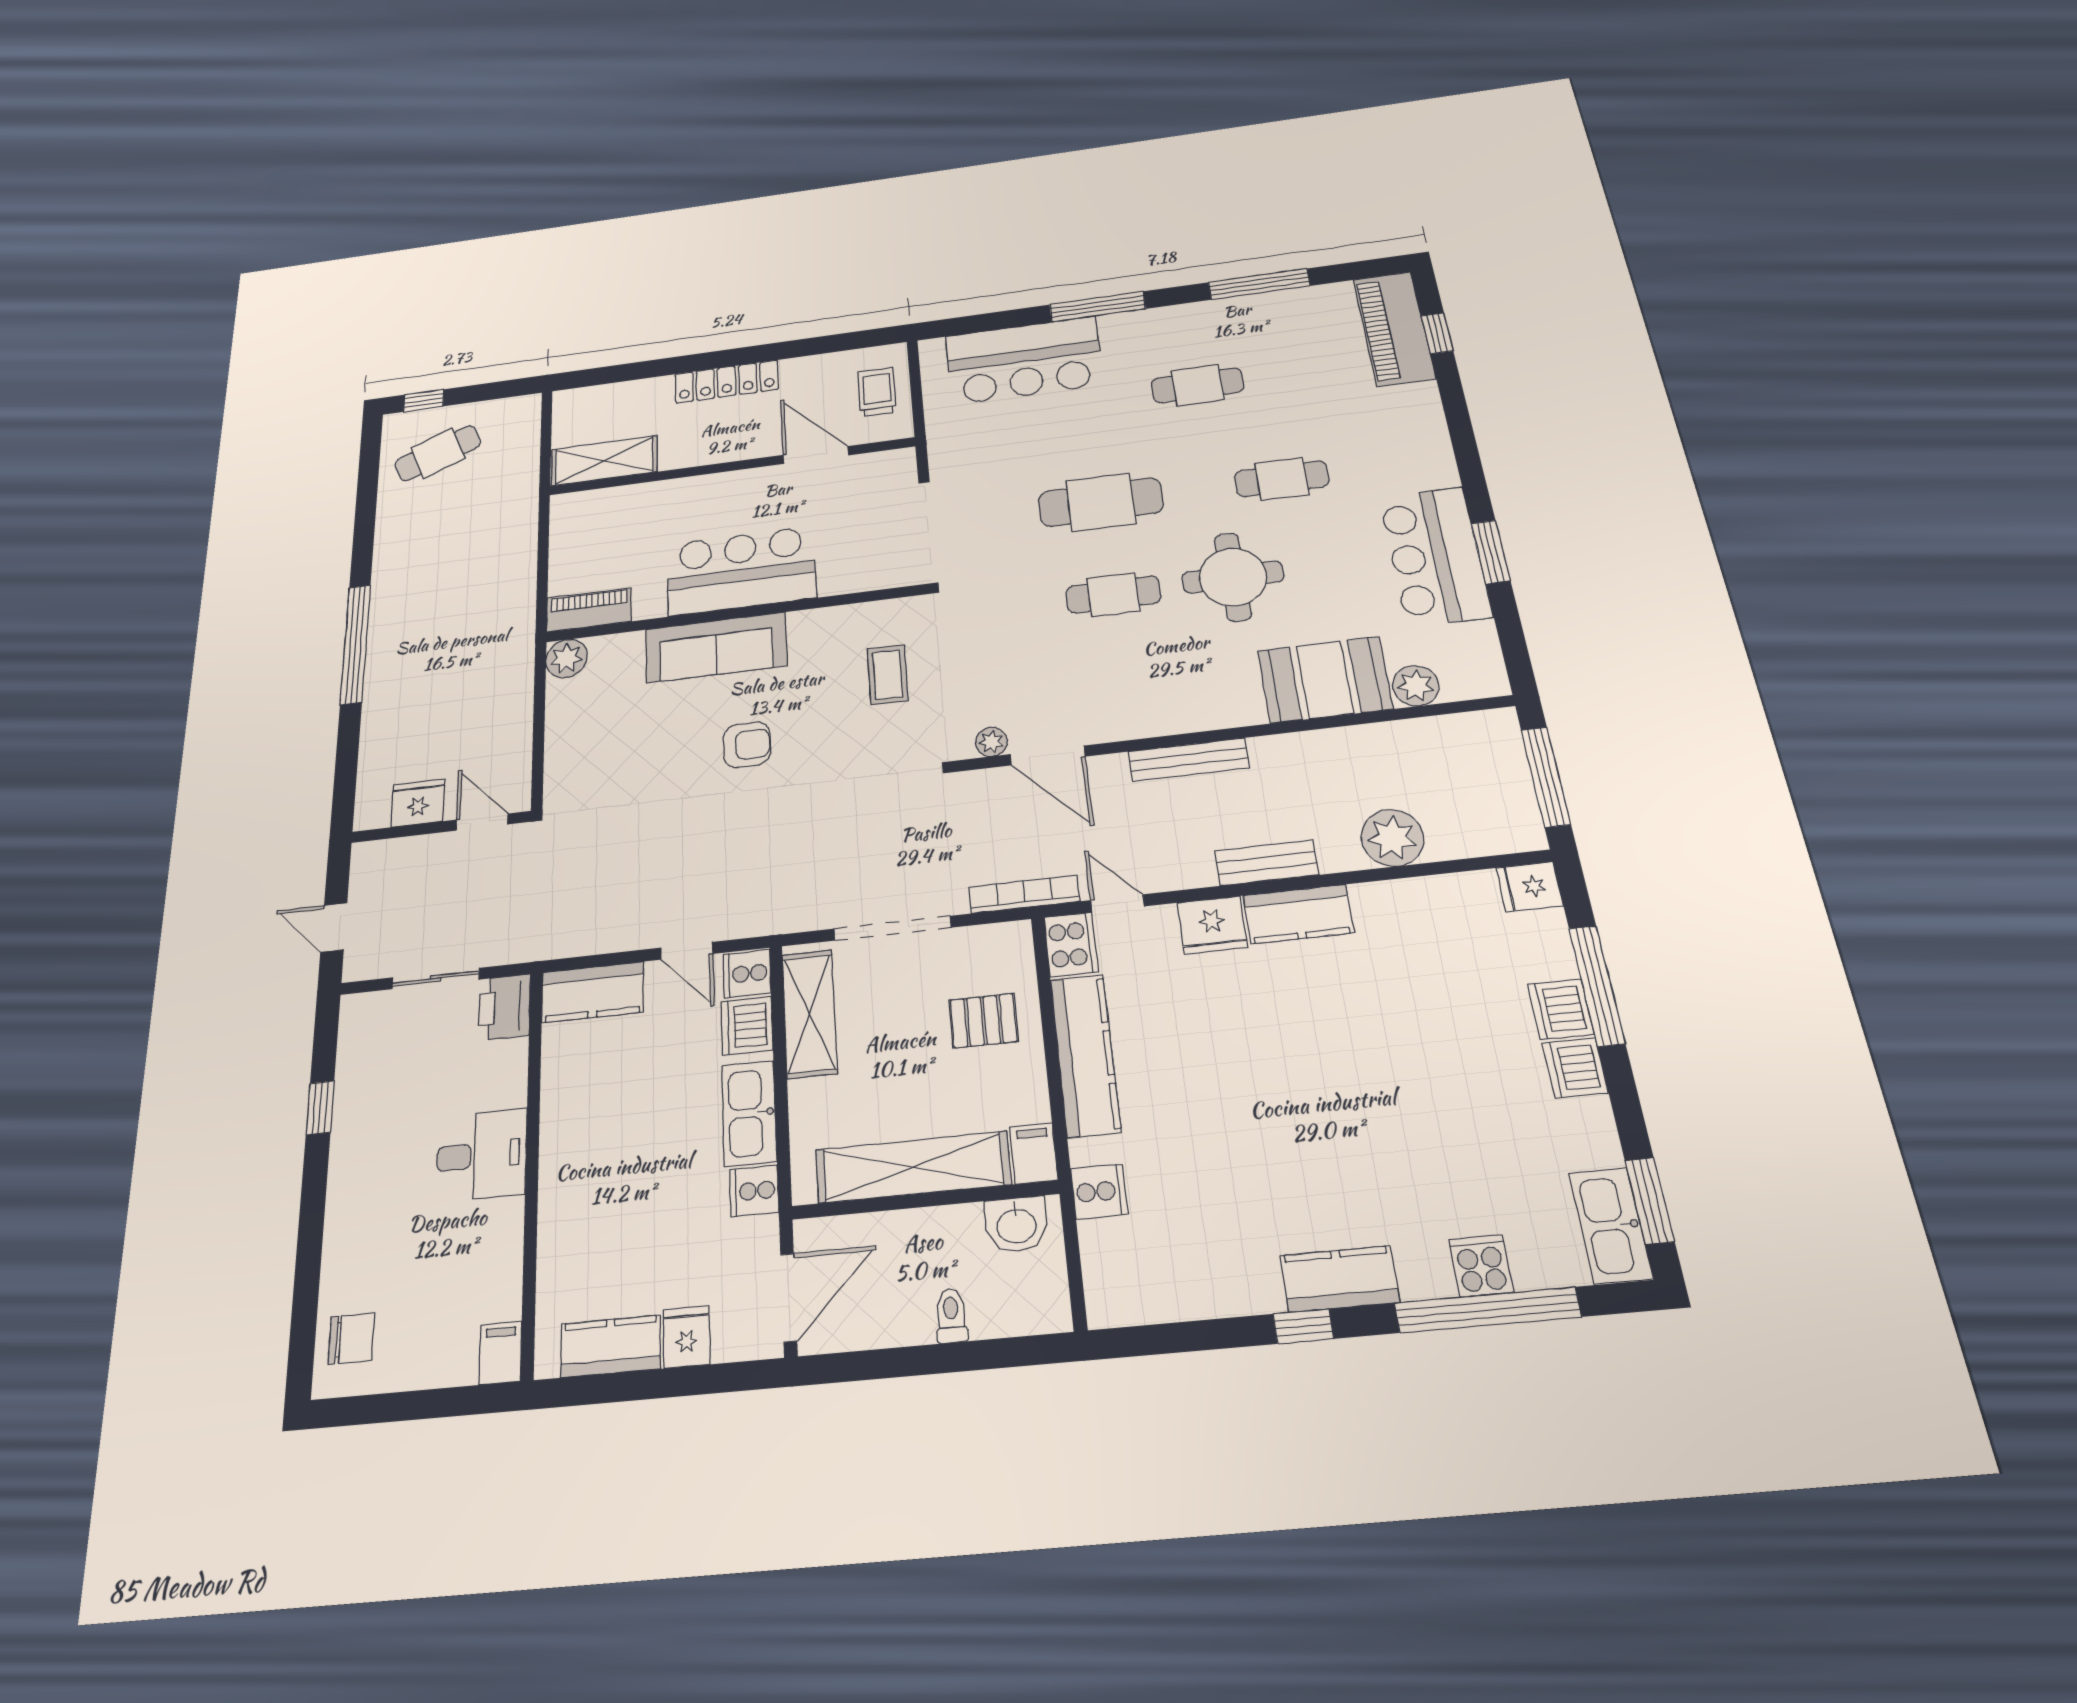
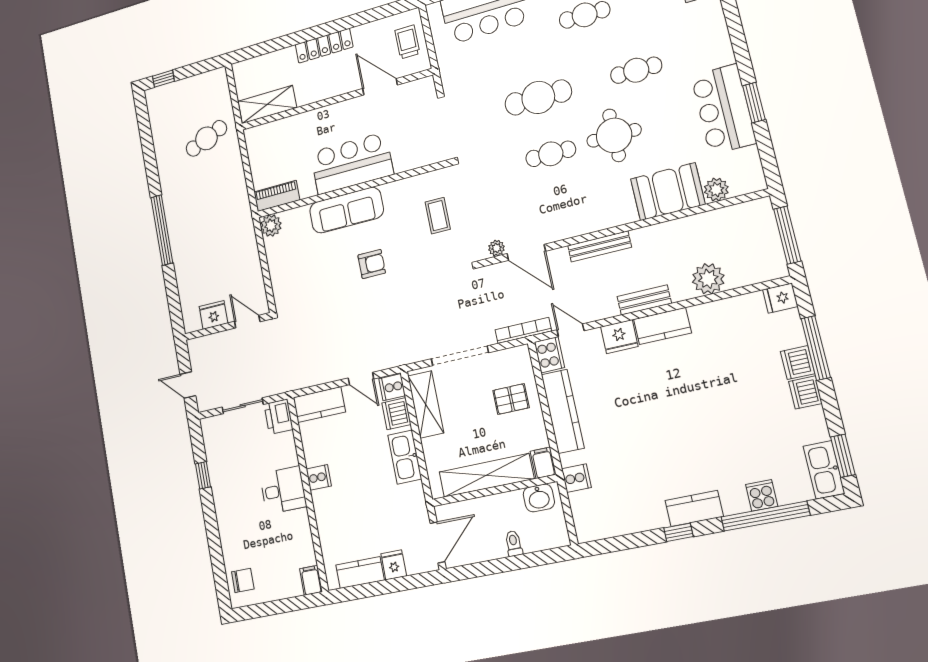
cafe table: (438, 453) -> (206, 138), moved
cooker: (754, 1191) -> (319, 477), moved, turned 180

